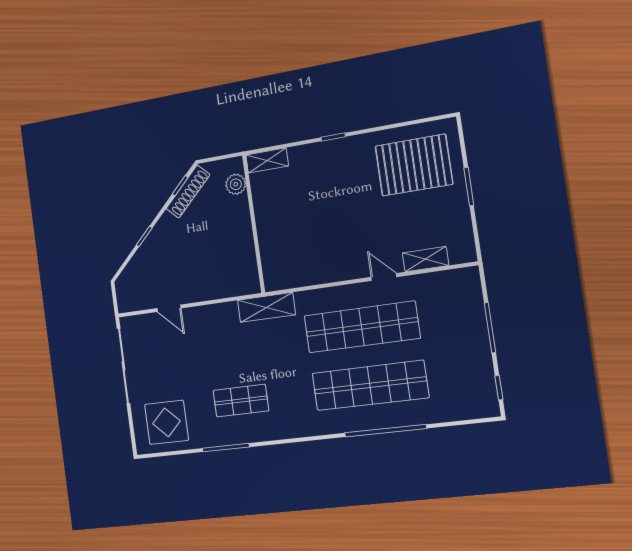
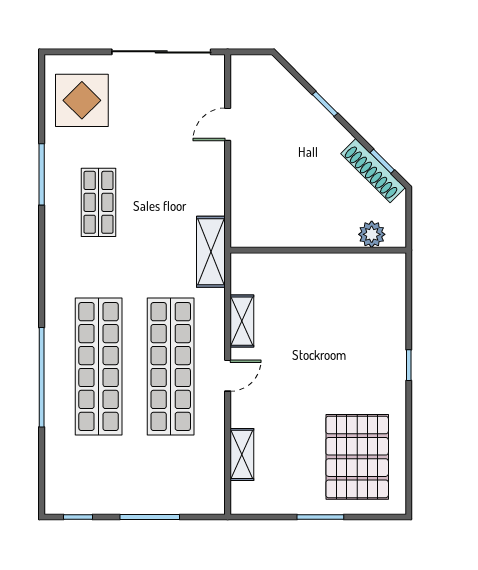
shelving: (267, 160) -> (242, 321), moved
door: (384, 277) -> (228, 376), moved

